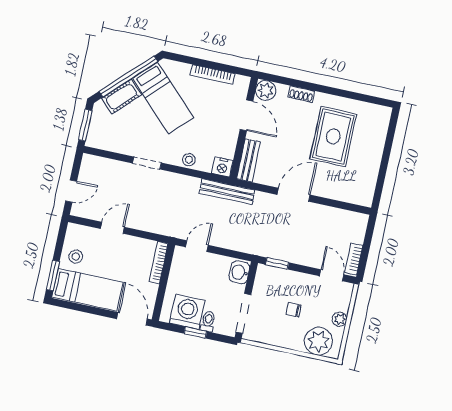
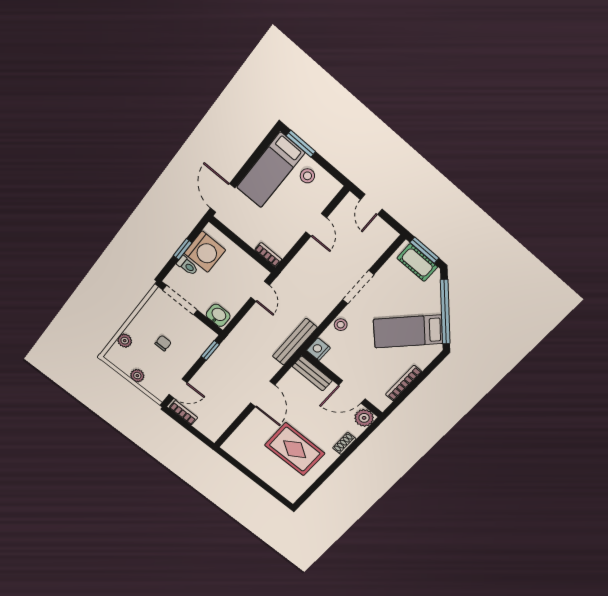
cot: (121, 97) -> (417, 263), moved, turned -45
doorway: (147, 163) -> (358, 287), width x1.38
bookcase: (159, 263) -> (268, 255), width x0.64
door: (132, 319) -> (223, 198), swing flipped
plant: (318, 341) -> (125, 341), width x0.53, depth x0.53

